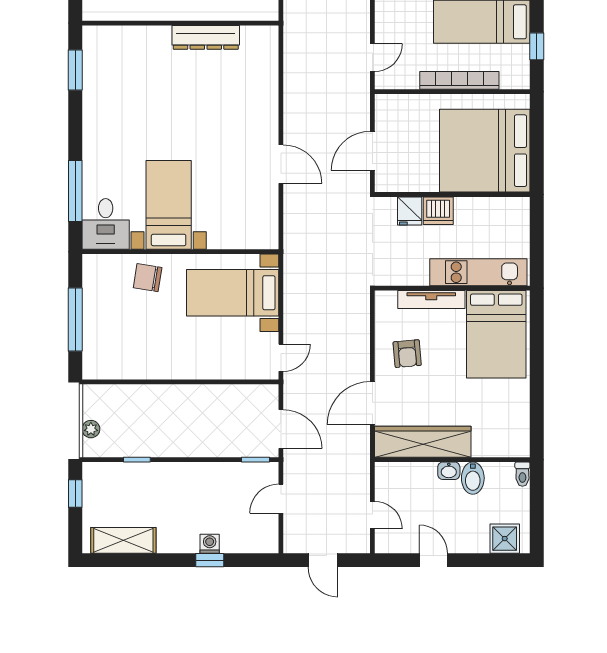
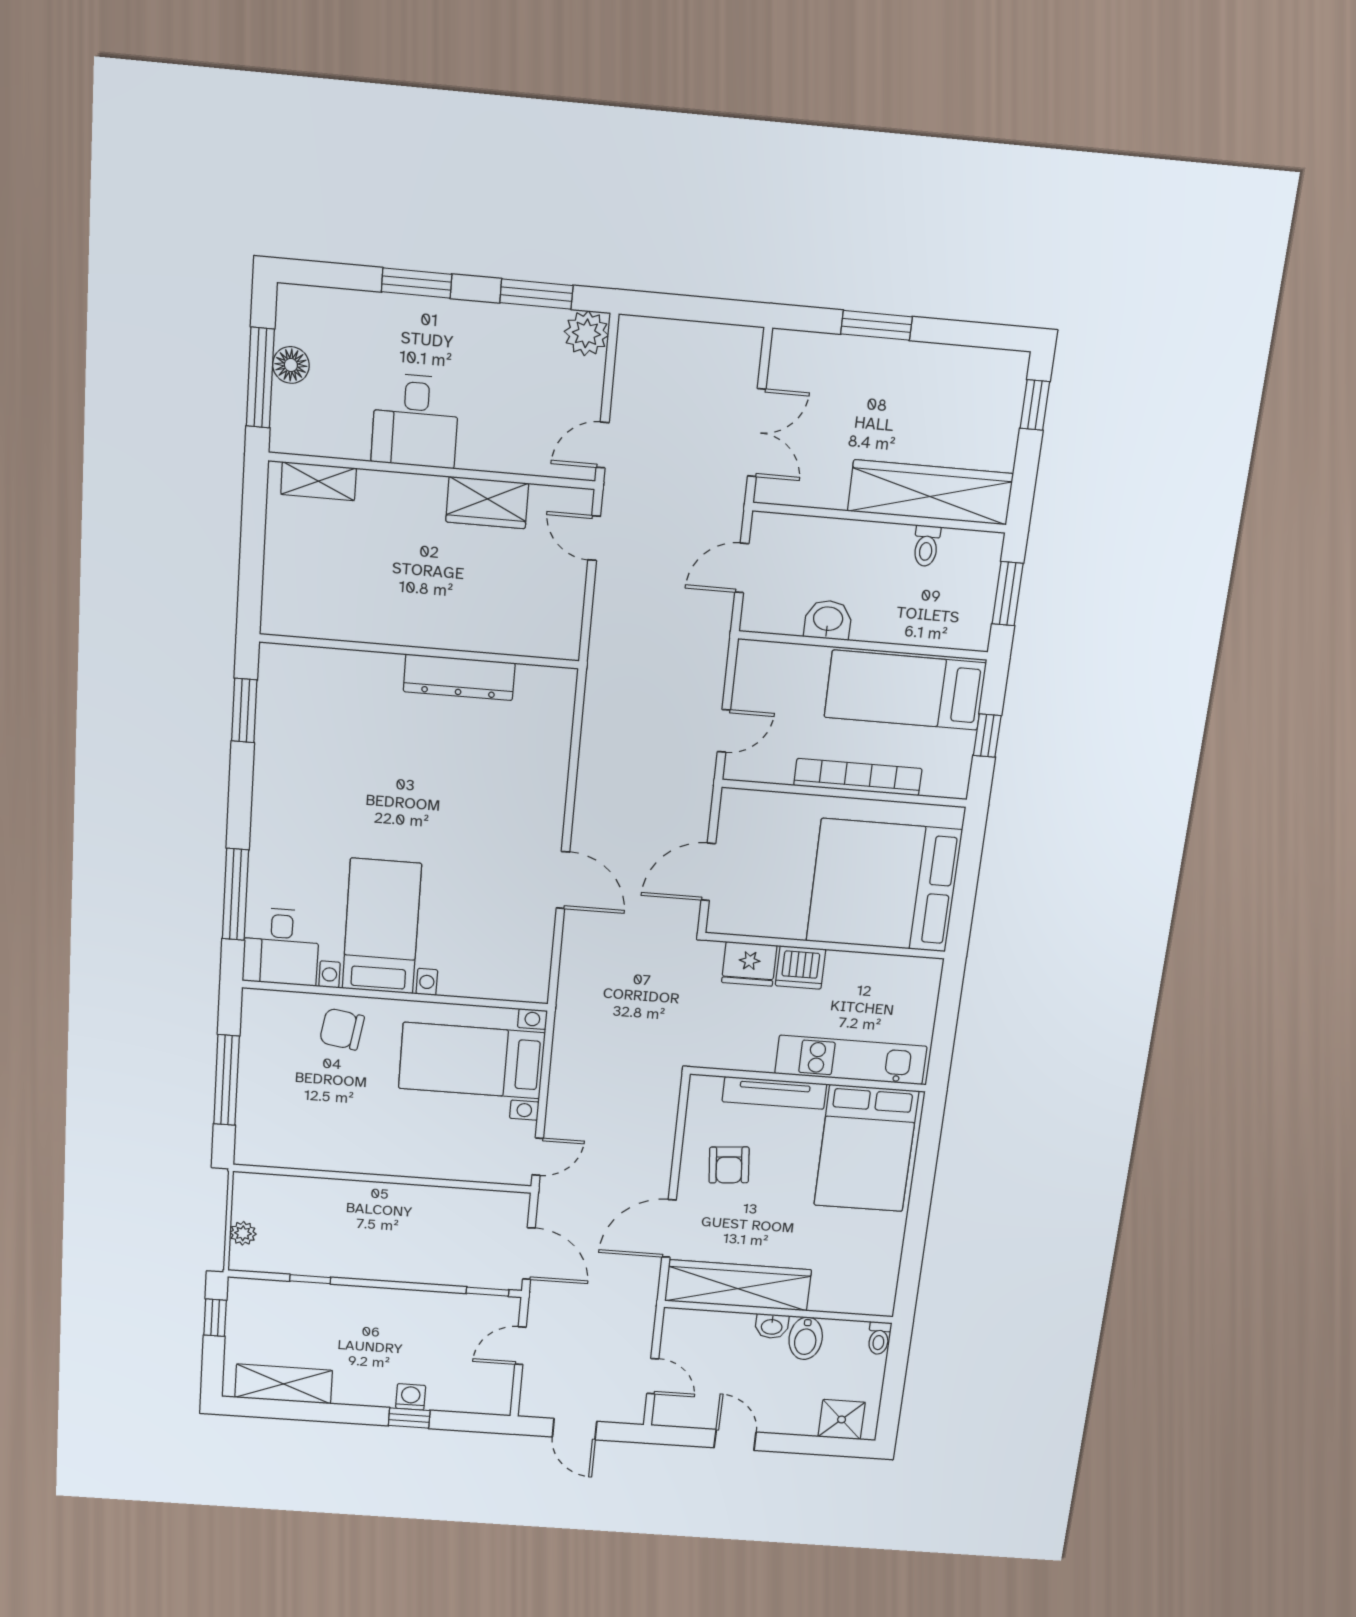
fridge: (410, 211) -> (749, 964), width x1.38

